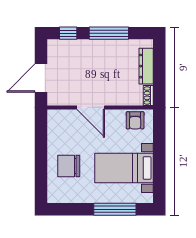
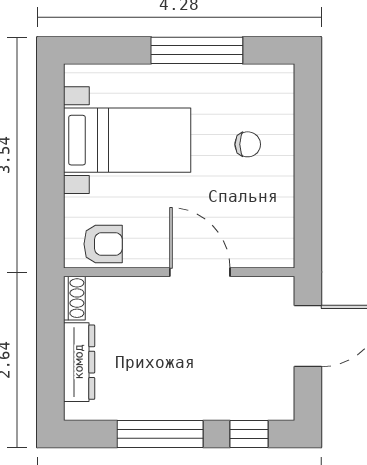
armchair: (135, 120) -> (103, 244), turned 90
chair: (69, 166) -> (248, 144), width x0.54, depth x0.54
window: (115, 209) -> (197, 50), moved

